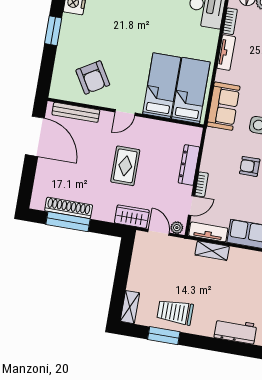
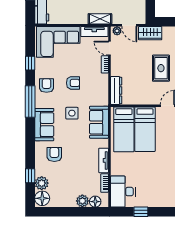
dresser: (189, 165) -> (116, 91), moved
door: (191, 206) -> (109, 48), hinge flipped
shelving: (212, 251) -> (100, 19), moved

